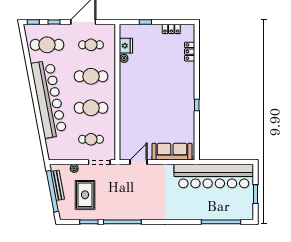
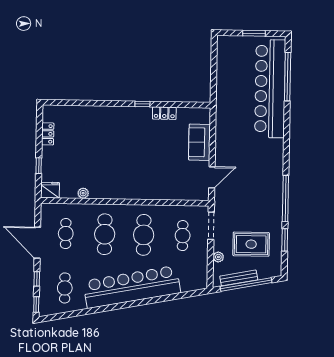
cafe table: (47, 45) -> (65, 288), width x0.73, depth x0.74
fridge: (126, 46) -> (50, 190), moved
locker: (190, 52) -> (164, 113), moved
sofa: (172, 152) -> (199, 142), width x0.73
door: (138, 162) -> (212, 177), swing flipped
bar counter: (214, 176) -> (270, 89), moved, turned 180

